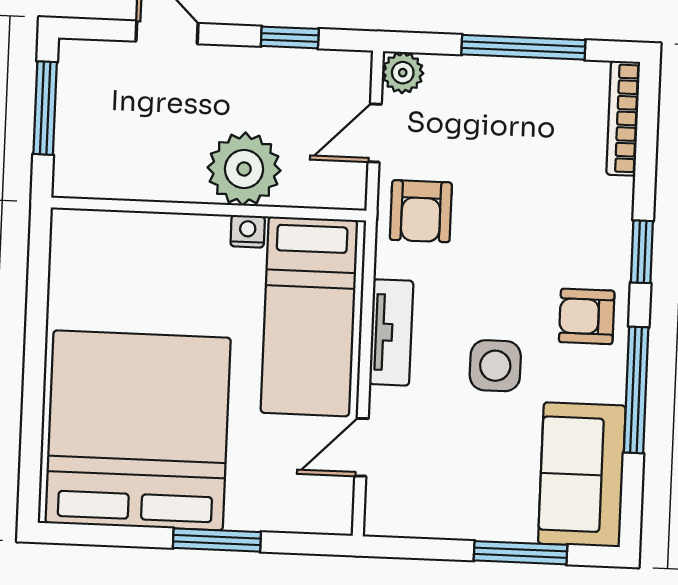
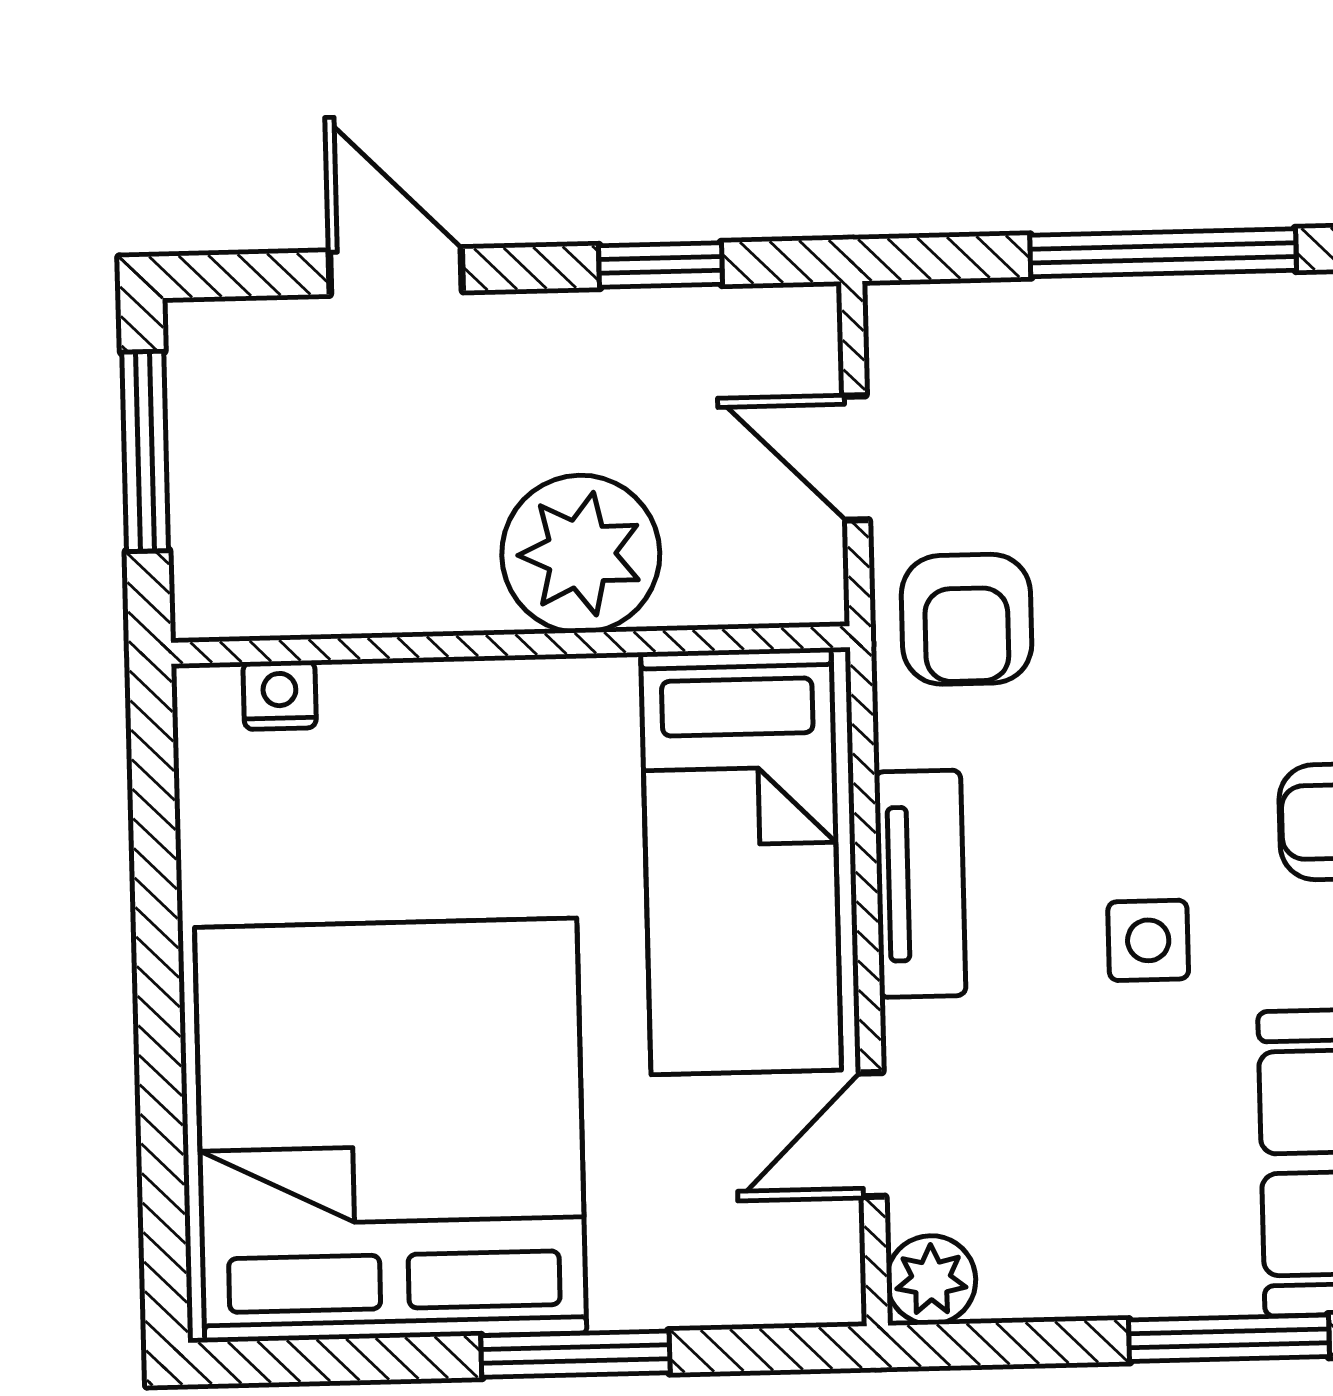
plant: (403, 73) -> (931, 1280), moved
door: (375, 133) -> (856, 458), hinge flipped
nightstand: (248, 231) -> (280, 695), moved
side table: (495, 366) -> (1148, 940), width x0.73, depth x0.73

